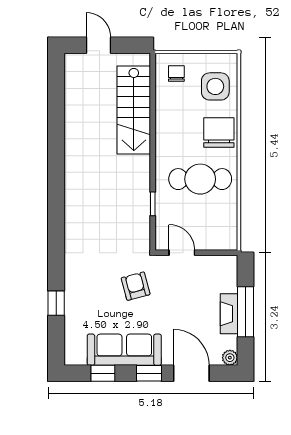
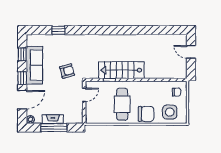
door: (98, 45) -> (191, 52), swing flipped
stairs: (134, 110) -> (121, 70), moved

